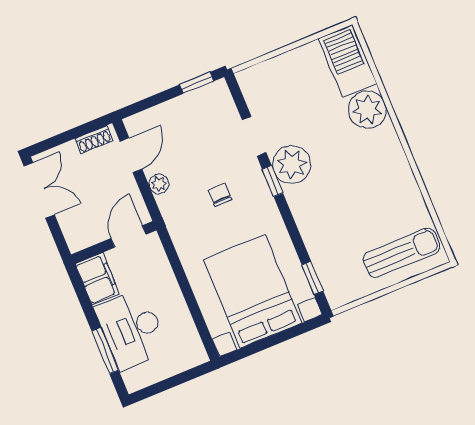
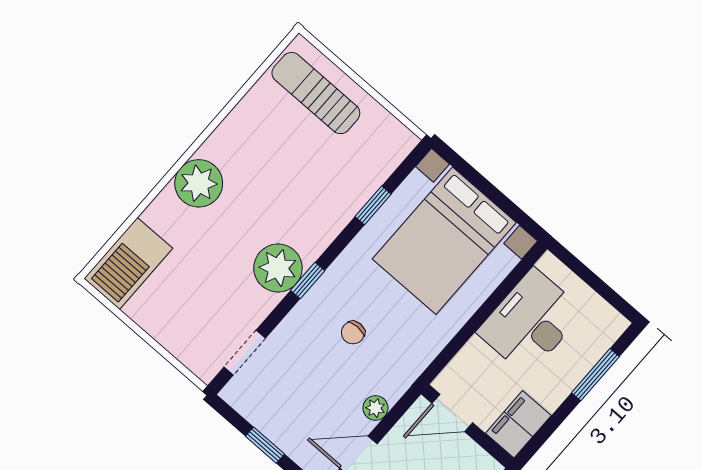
window: (197, 83) -> (265, 445), moved
plant: (367, 110) -> (199, 183), moved
doorway: (254, 136) -> (245, 353), moved
window: (312, 278) -> (373, 205), moved
desk: (132, 329) -> (531, 322), moved, turned 180

